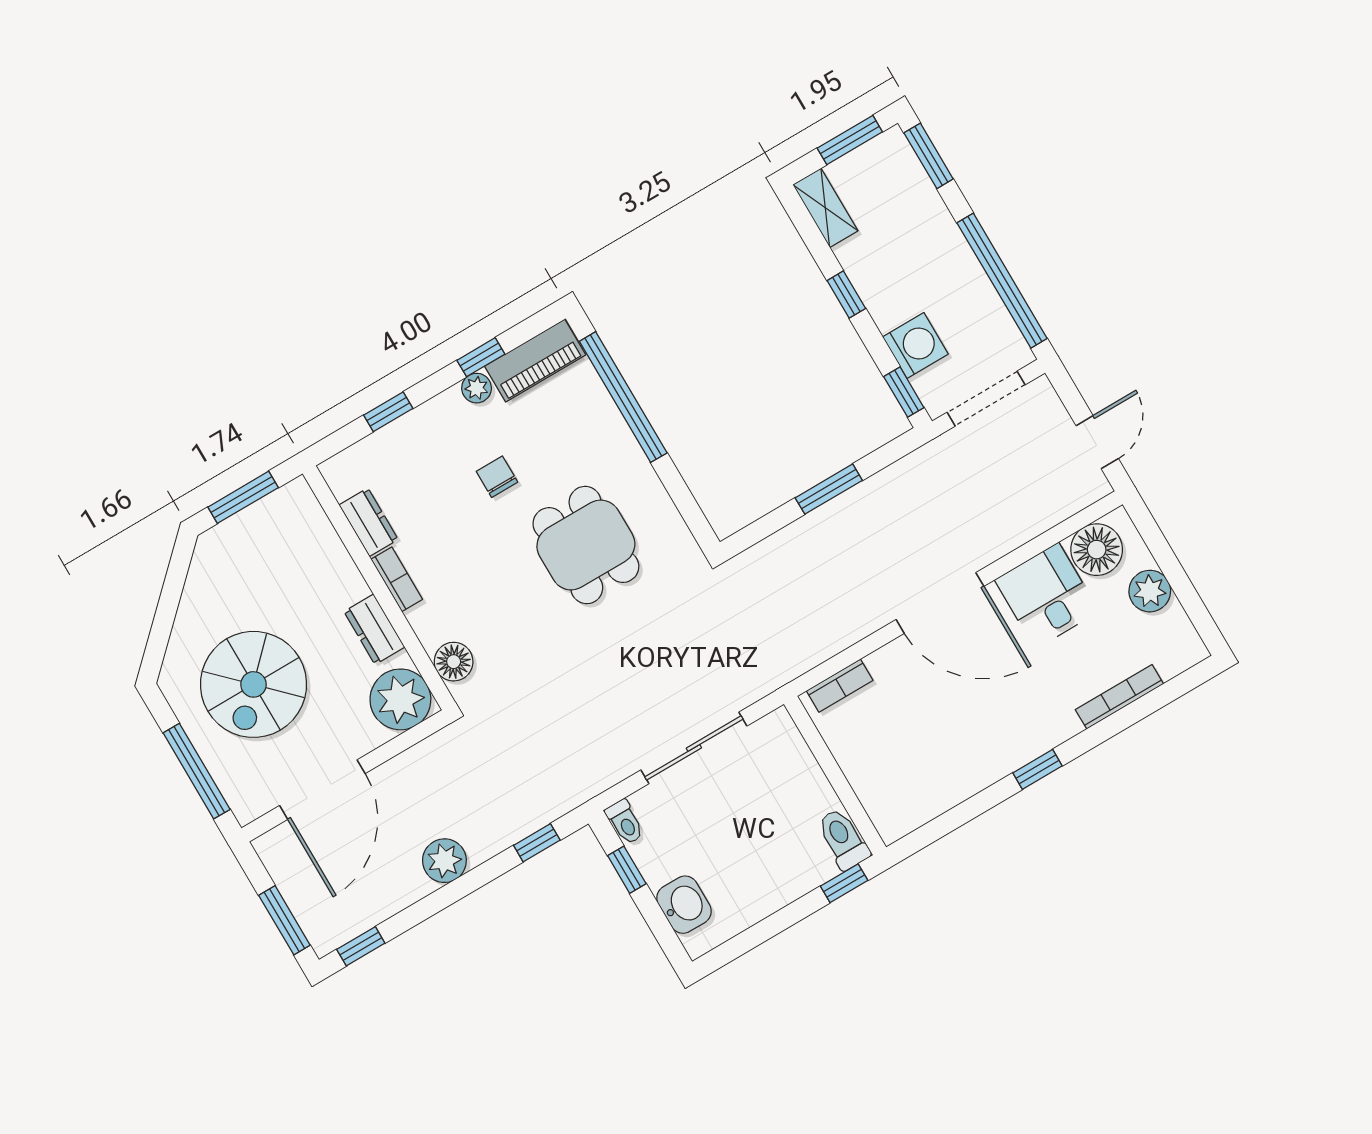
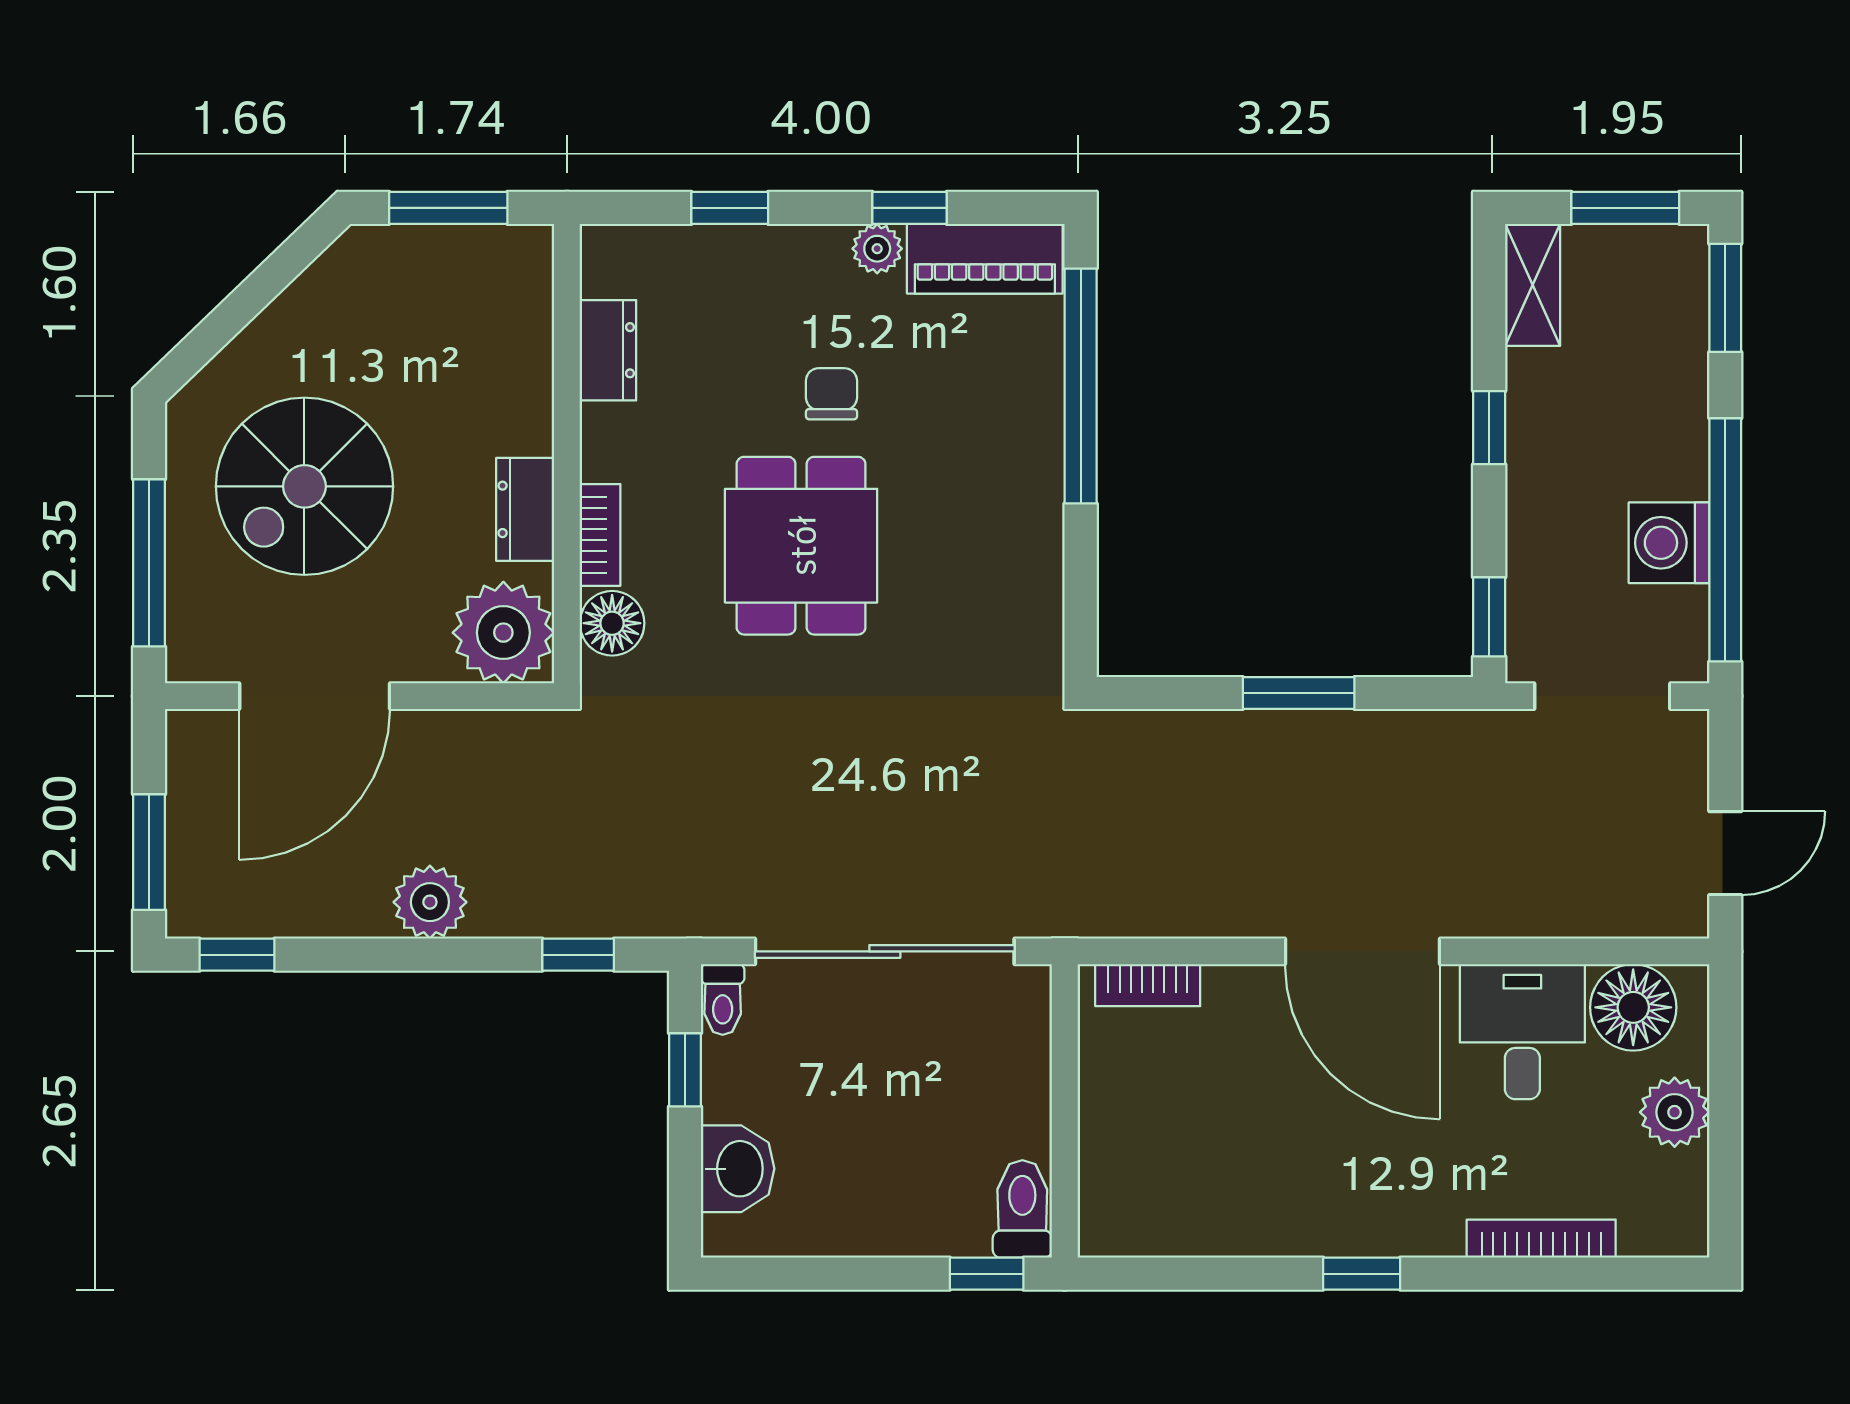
washing machine: (915, 345) -> (1669, 543), moved, turned 180
dining table: (586, 545) -> (801, 546), moved
bookcase: (397, 579) -> (600, 535), moved
sliding door: (694, 748) -> (885, 951), width x1.36

